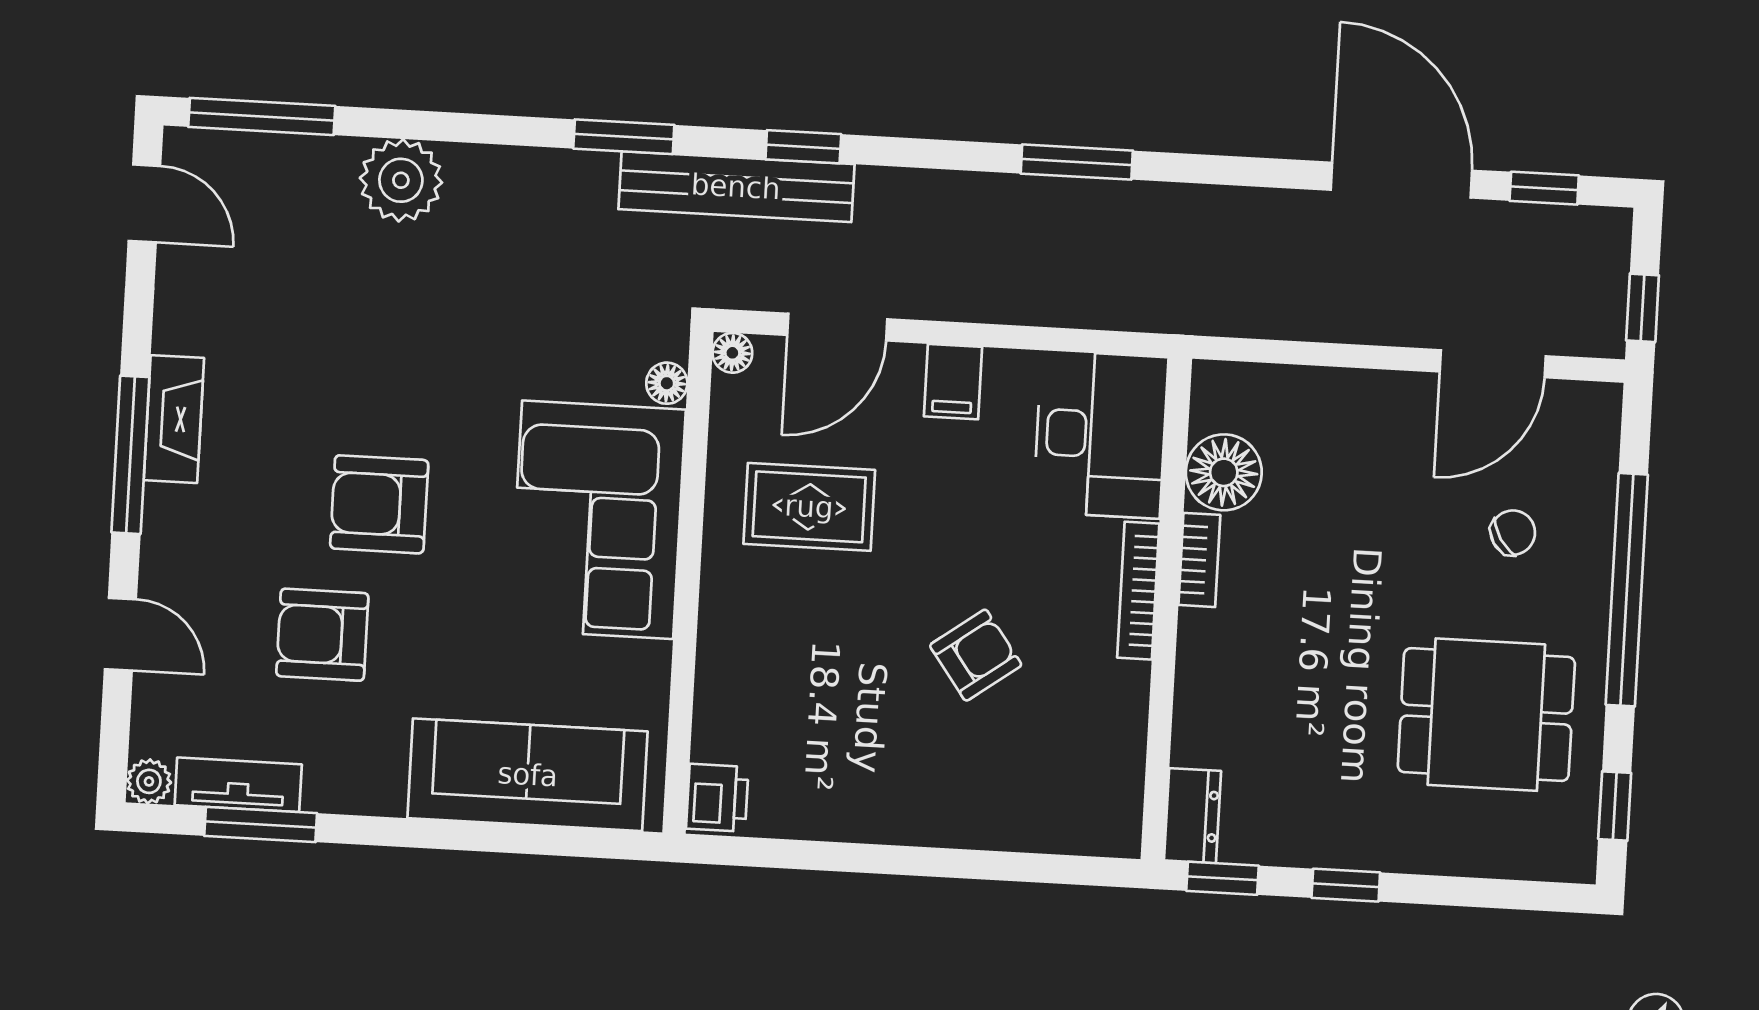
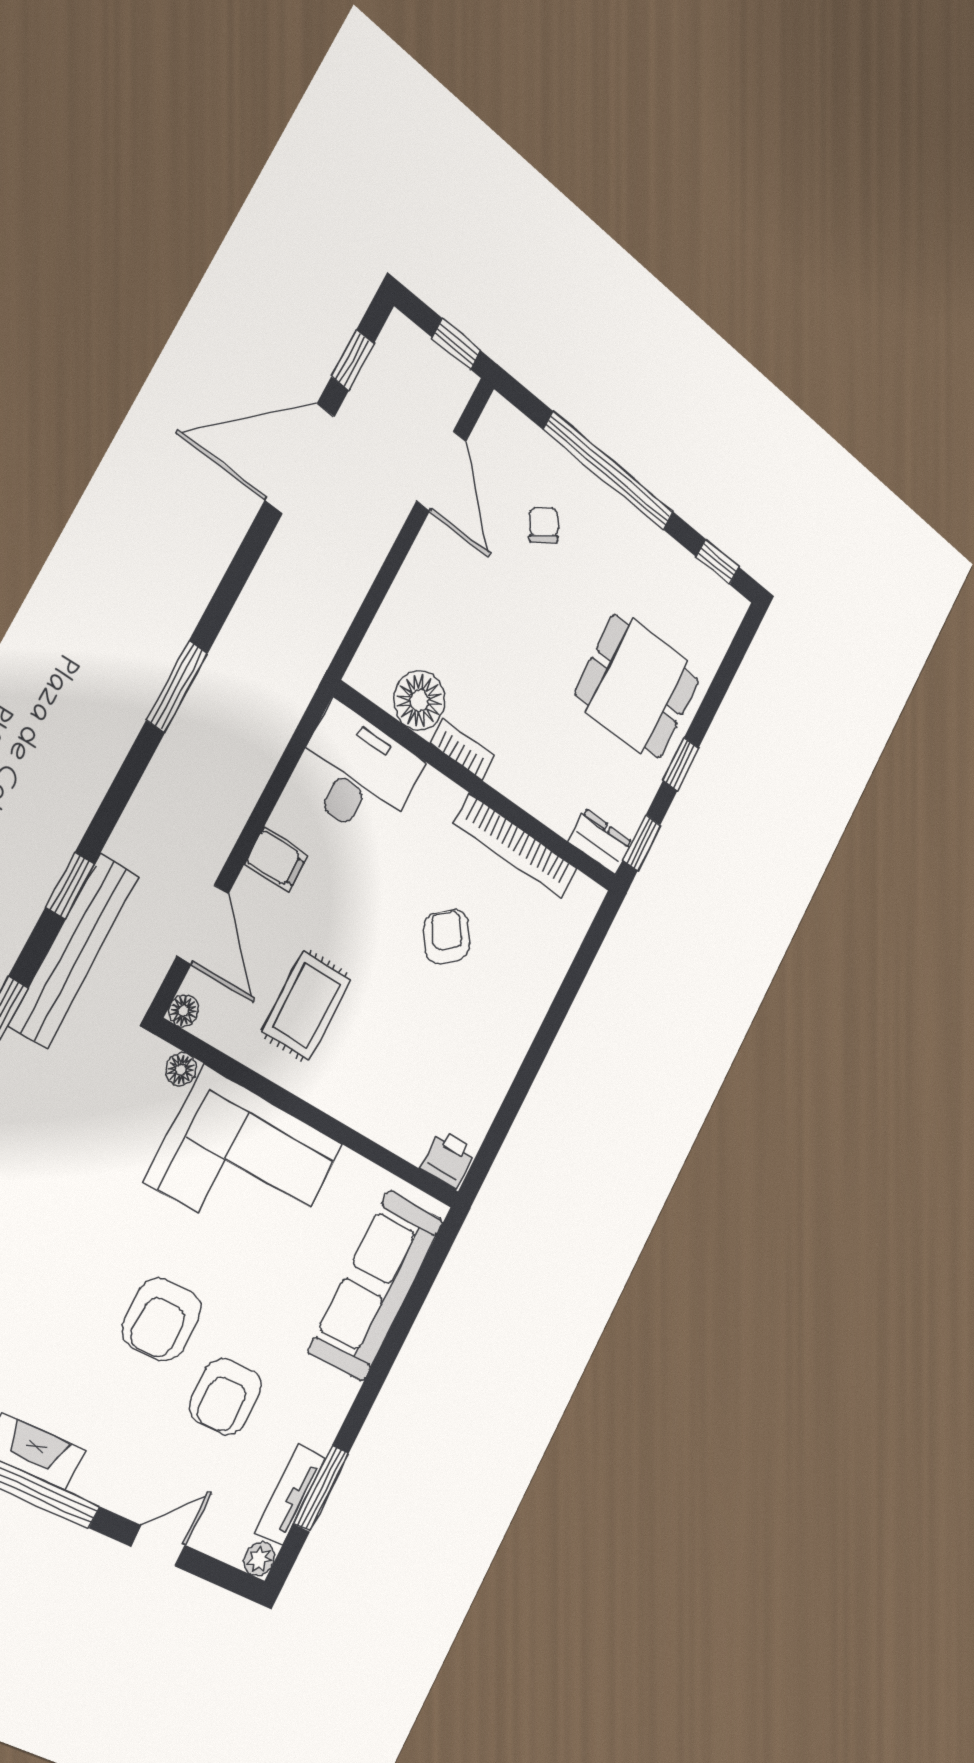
bookcase: (1138, 591) -> (516, 846), moved, width x1.48, depth x1.31
dining table: (1486, 715) -> (637, 687), moved, turned 90

